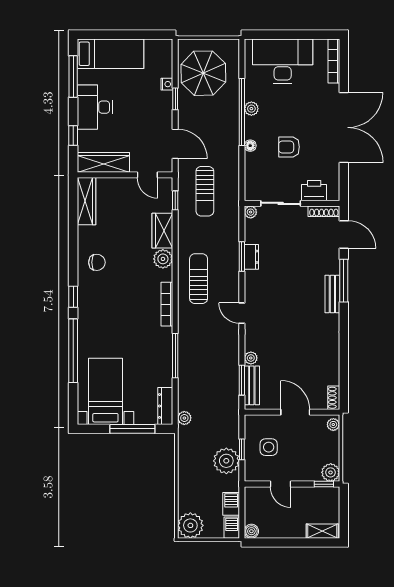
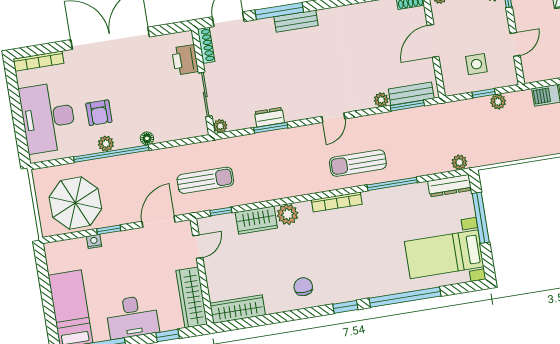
armchair: (289, 147) -> (99, 113), moved
sun lounger: (199, 279) -> (358, 163), moved
plant: (226, 461) -> (498, 102), width x0.53, depth x0.53

